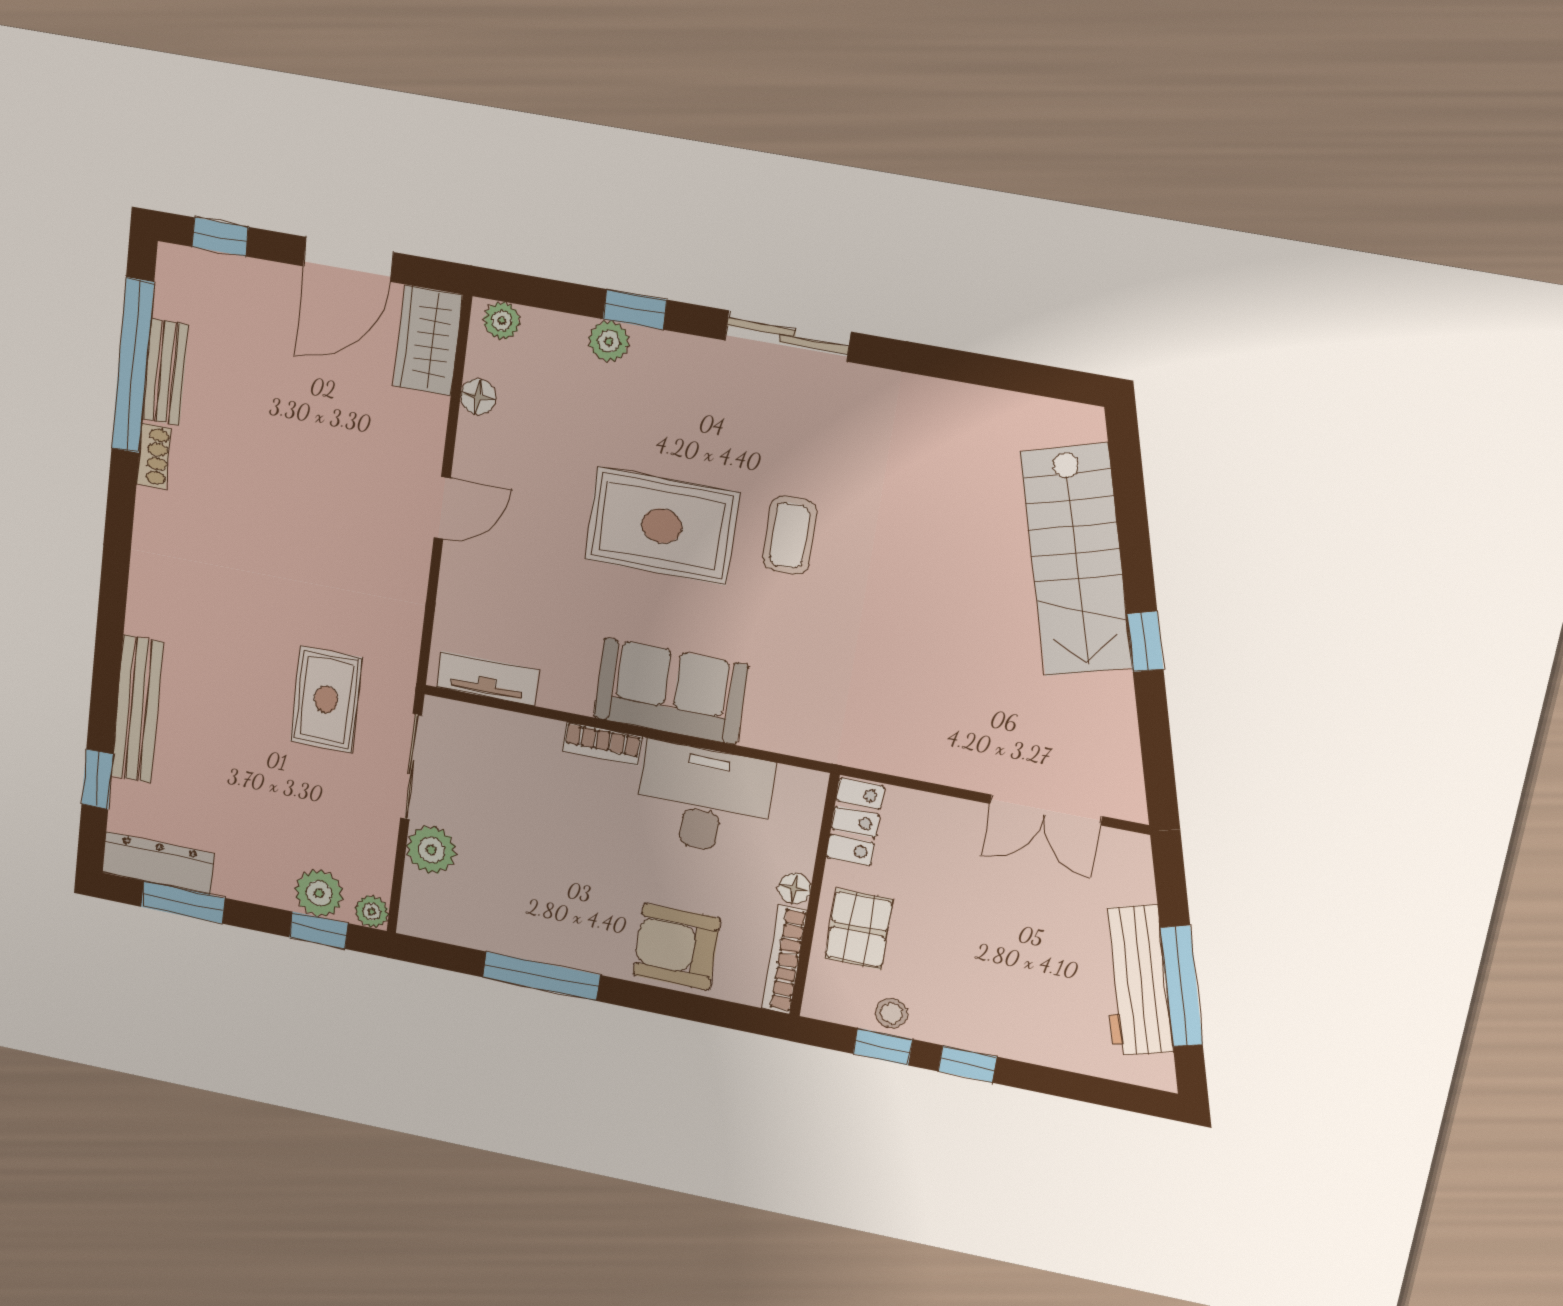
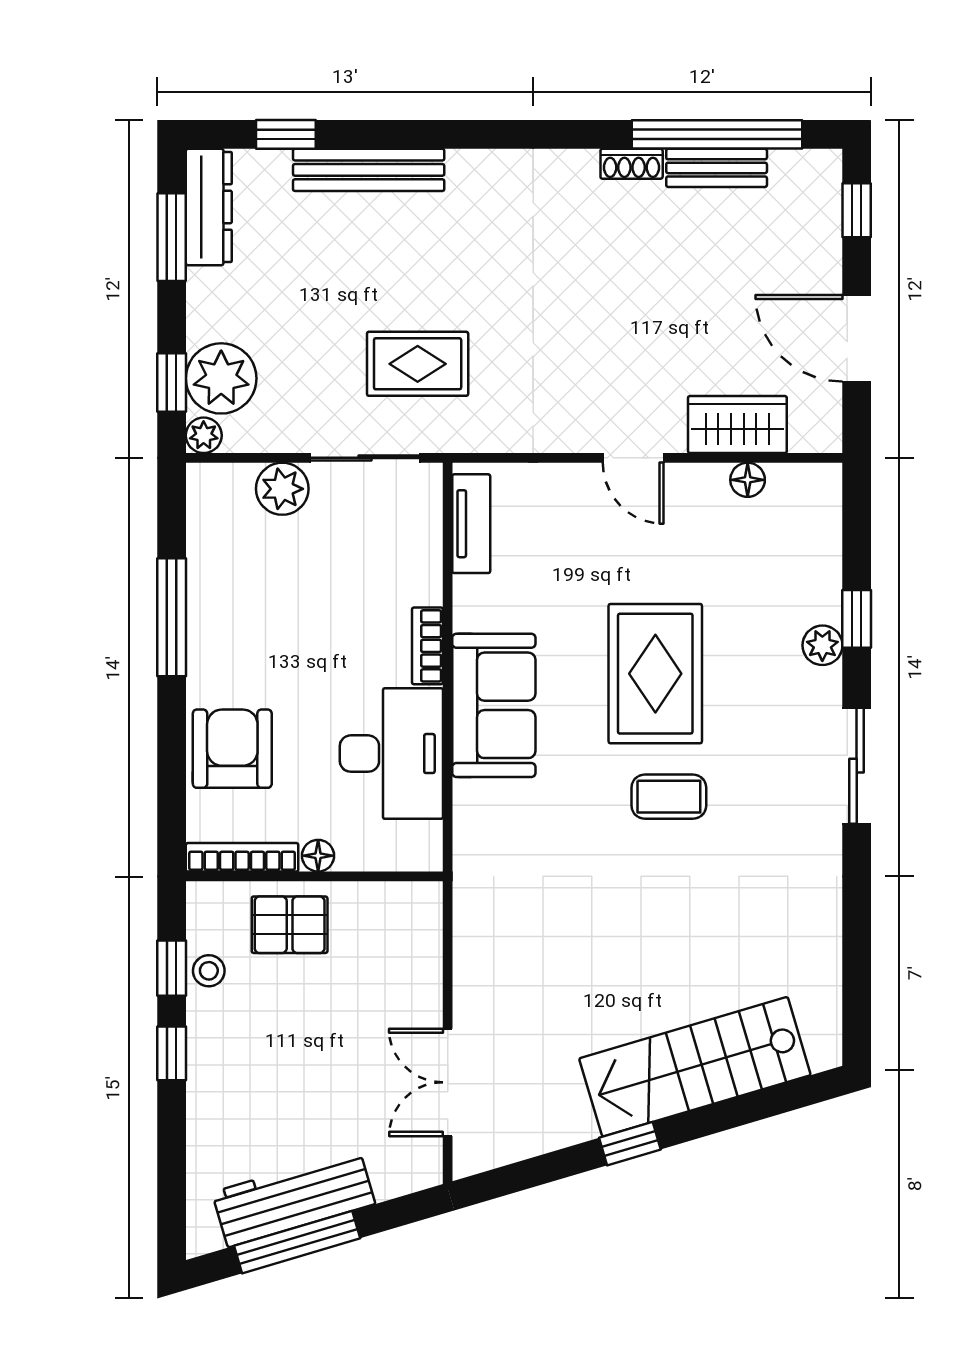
plant: (502, 321) -> (824, 494), removed
wardrobe: (428, 340) -> (737, 425), moved
plant: (609, 341) -> (822, 645), moved
locker: (855, 822) -> (398, 904), removed
plant: (319, 893) -> (221, 378), width x1.36, depth x1.36

